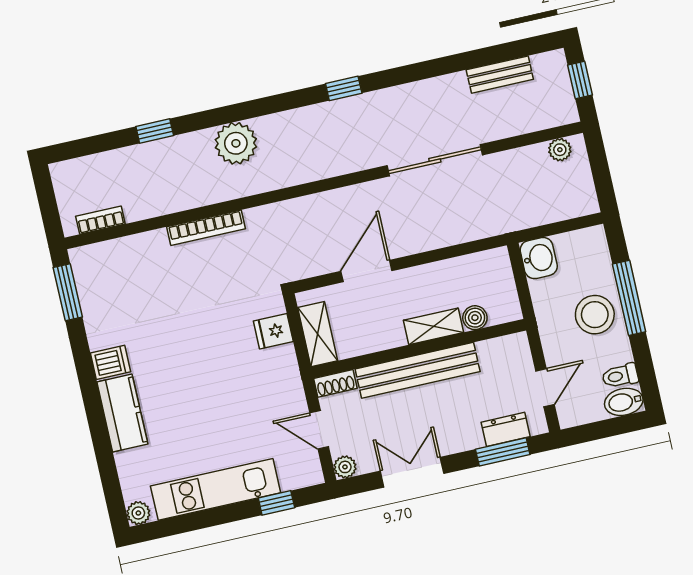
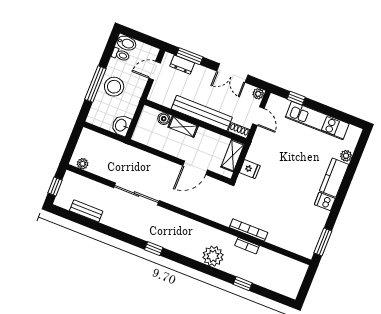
bookcase: (100, 220) -> (247, 246), moved
plant: (138, 513) -> (346, 156), moved

